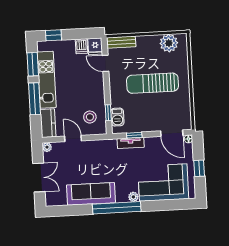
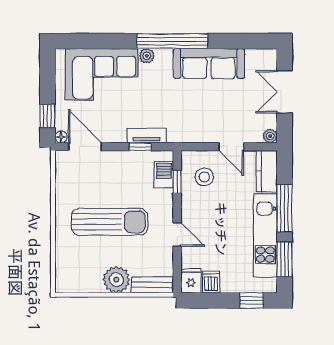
plant: (169, 43) -> (116, 280), moved
door: (106, 63) -> (177, 234), moved
window: (199, 168) -> (47, 116), moved

